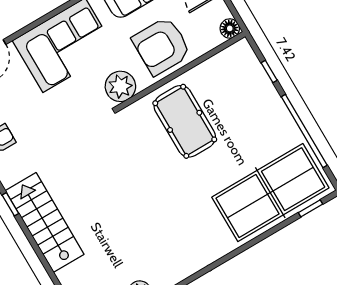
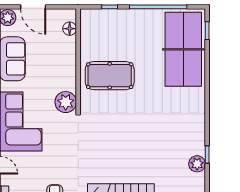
floor lamp: (230, 28) -> (70, 29), moved
armchair: (162, 46) -> (56, 63), removed

